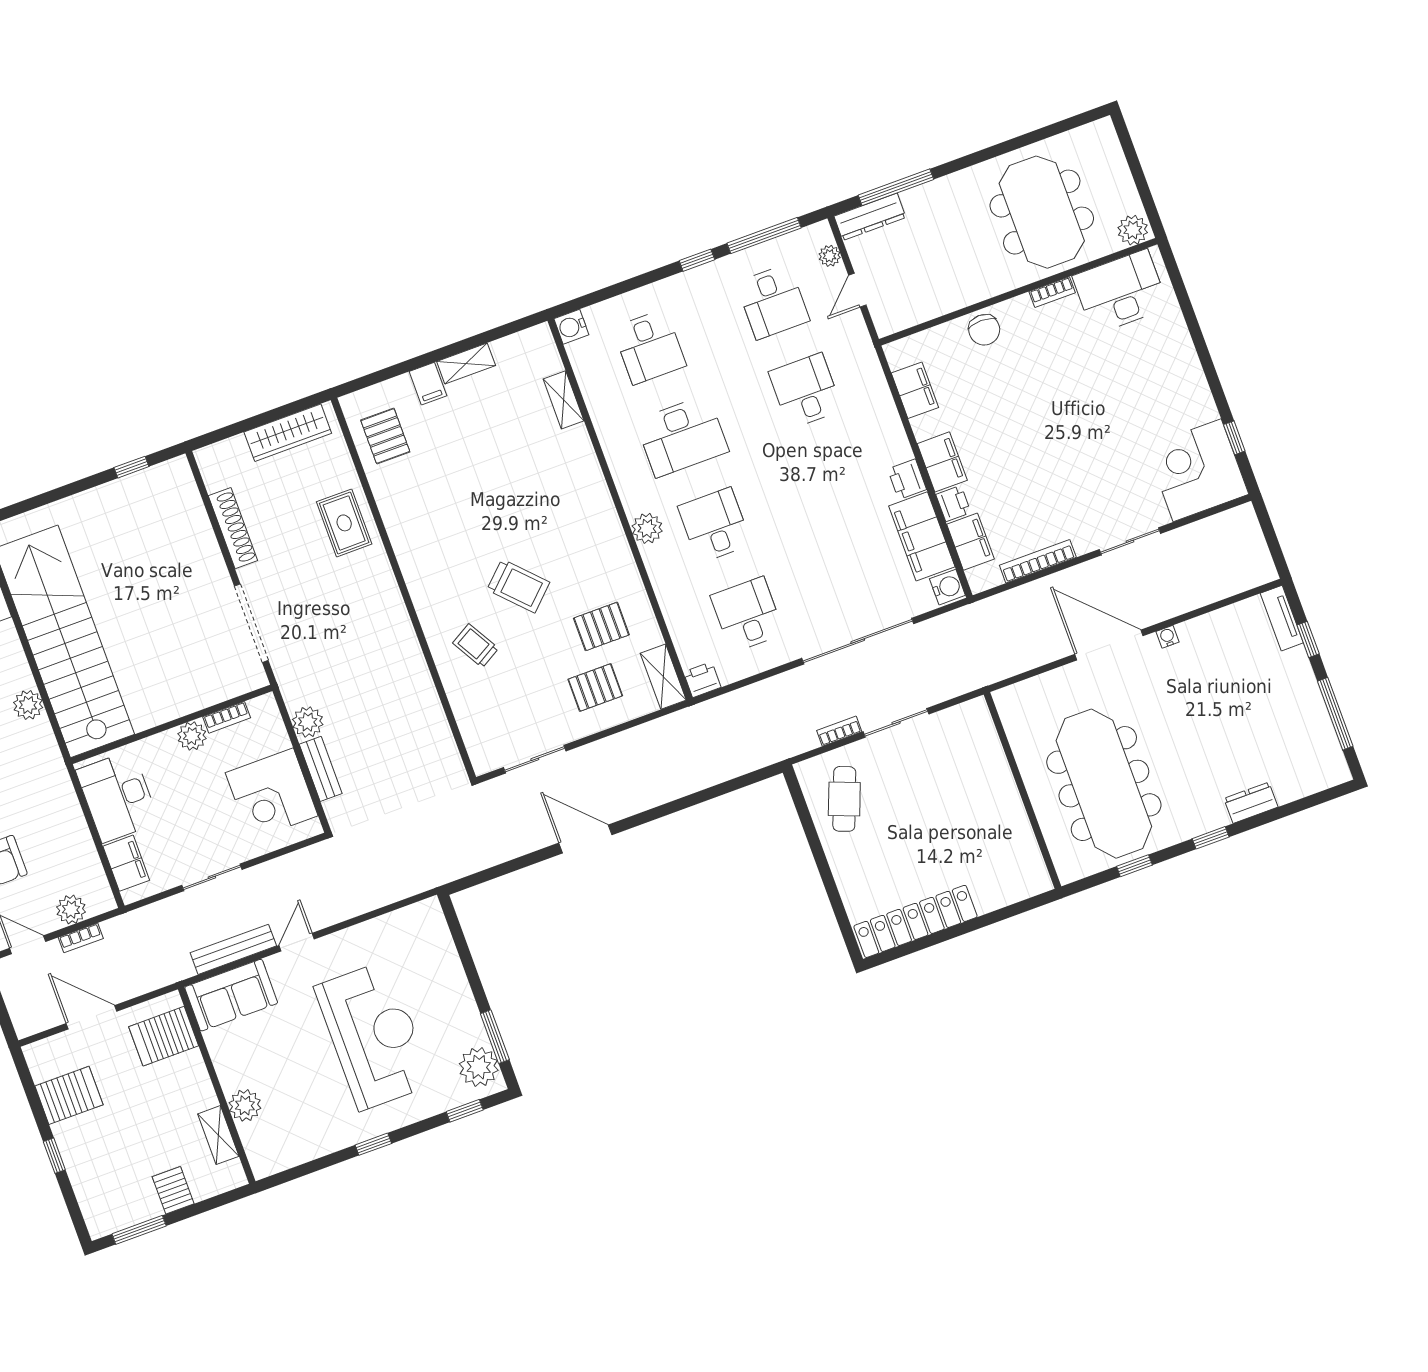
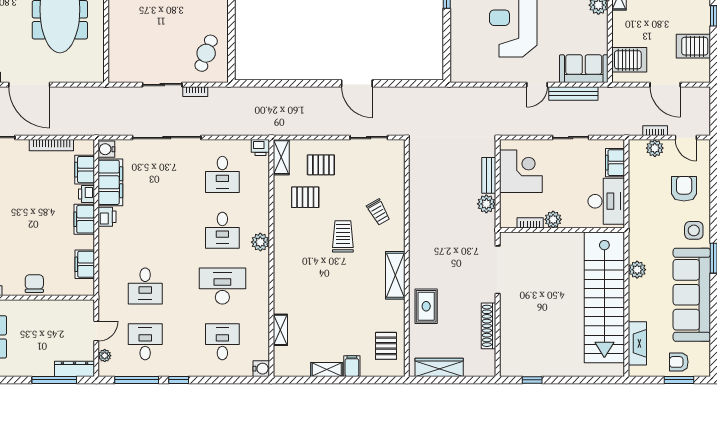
shelving: (412, 554) -> (395, 275), added
trolley: (518, 586) -> (343, 236), turned 44

